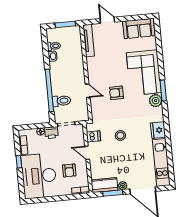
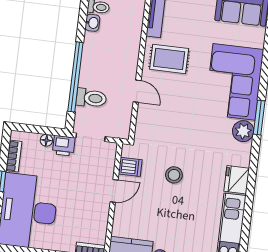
rug: (102, 68) -> (169, 59), added
armchair: (116, 93) -> (183, 105), removed
door: (87, 153) -> (114, 191), swing flipped
armchair: (69, 170) -> (79, 213), removed

